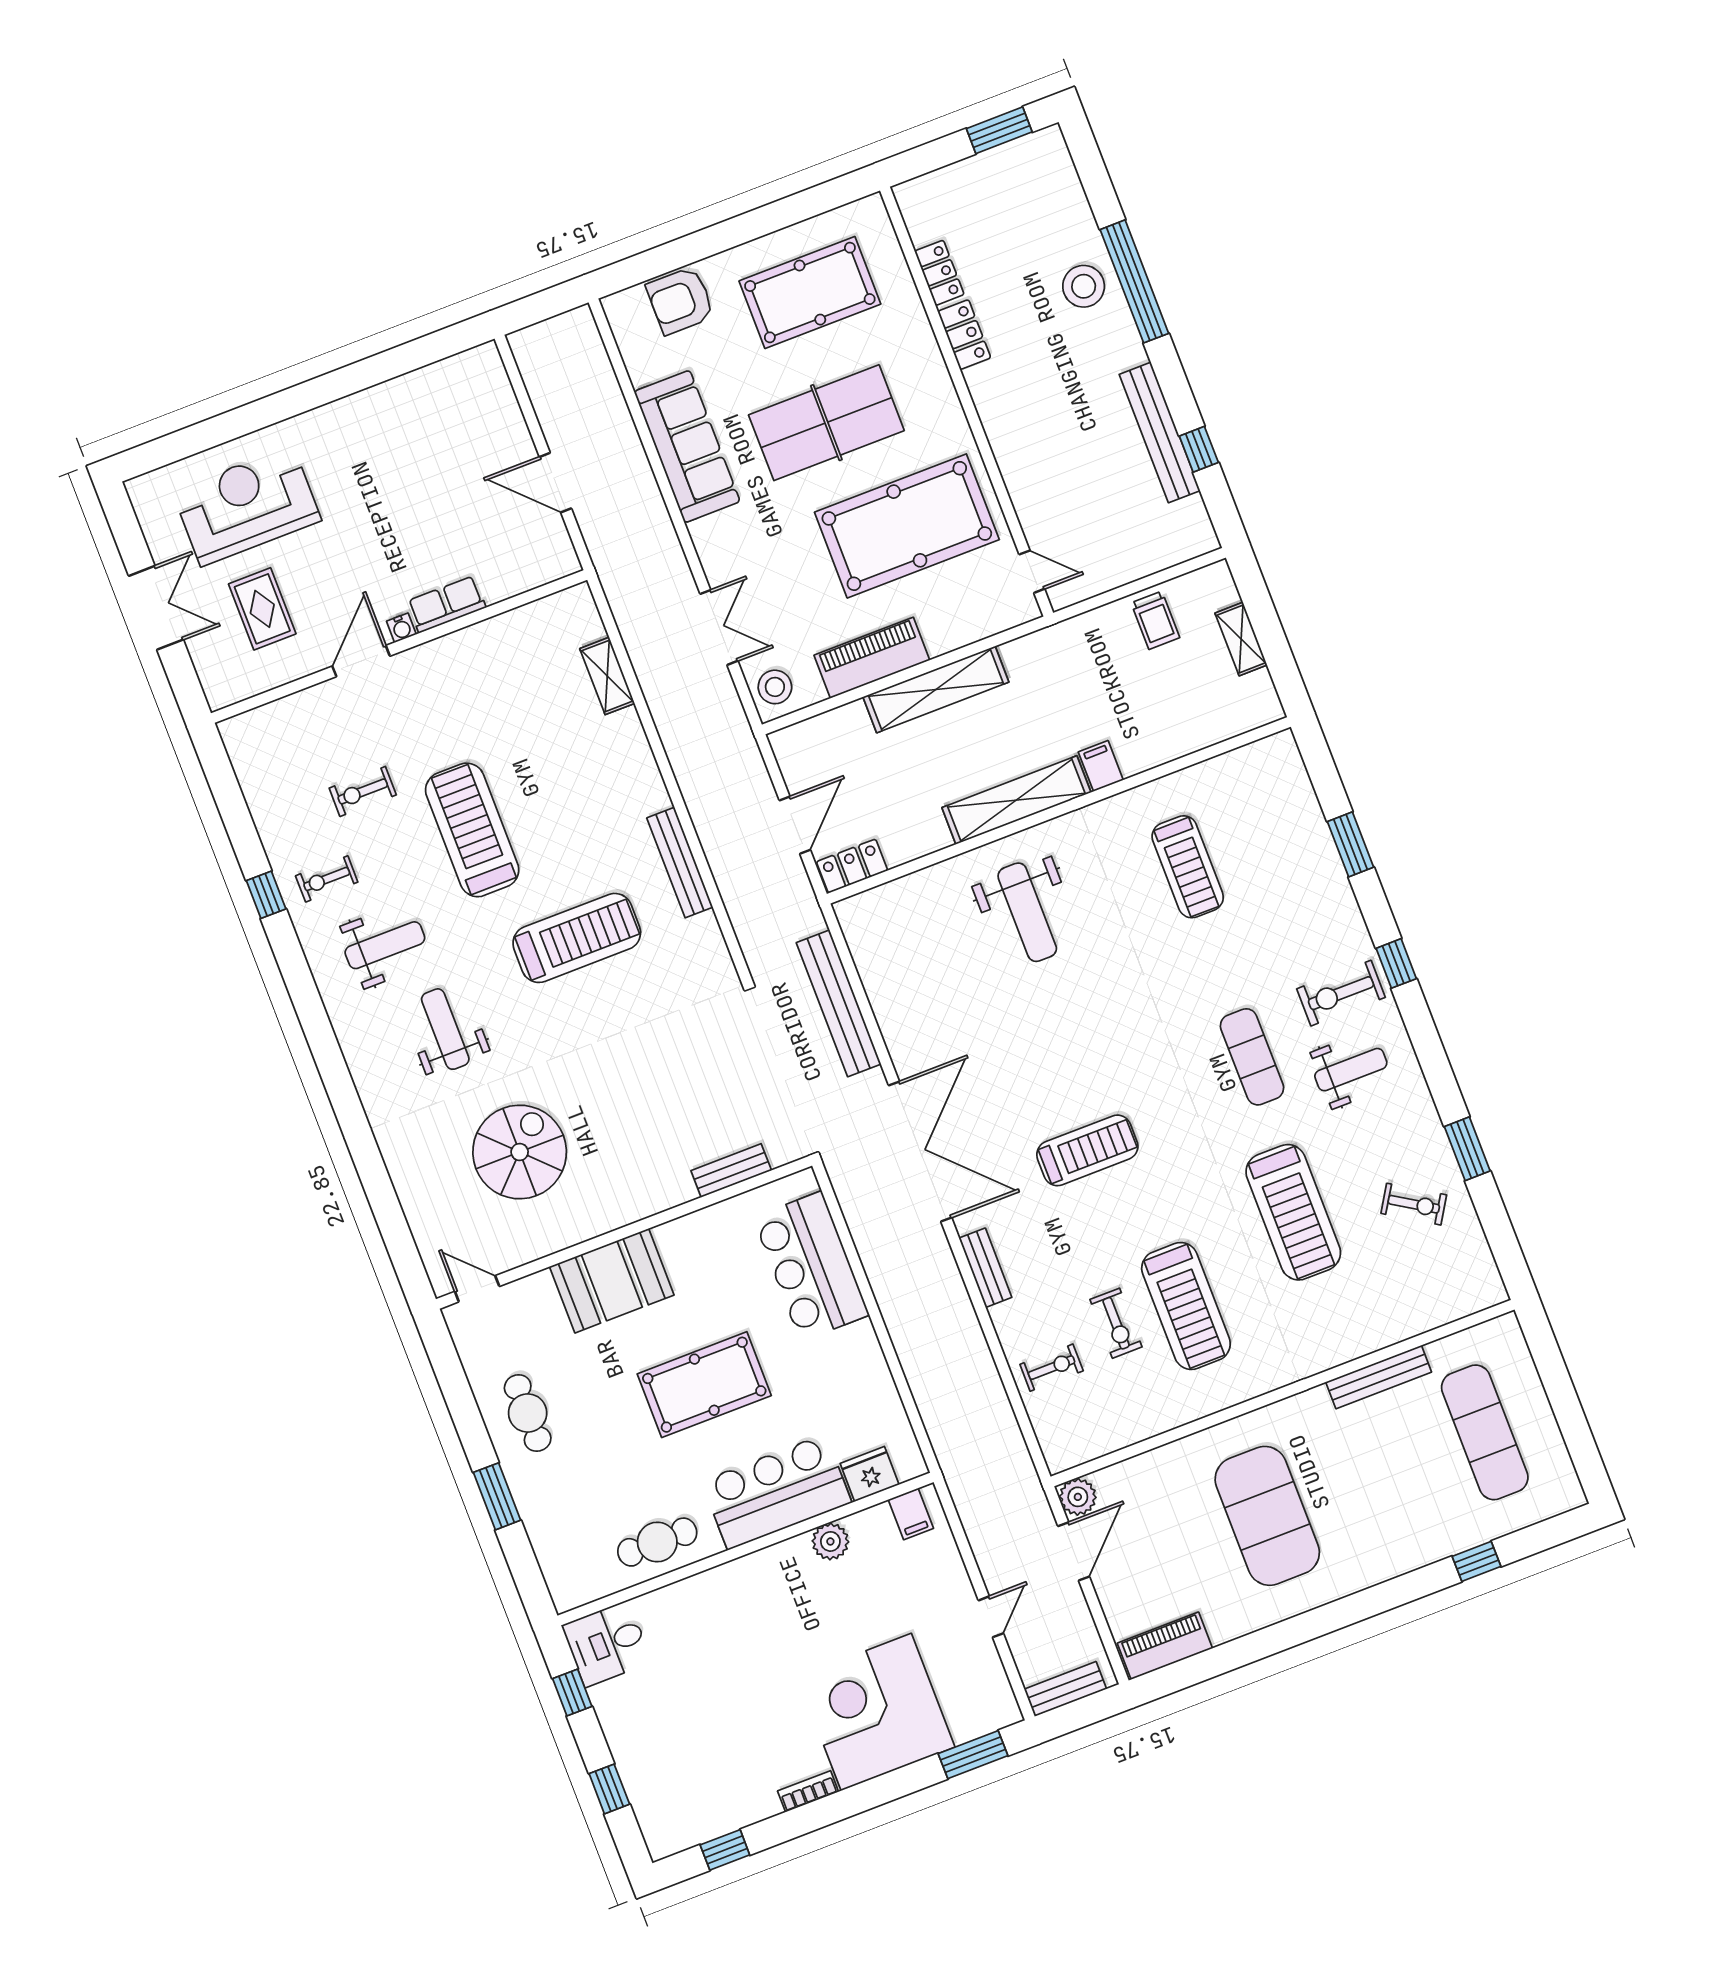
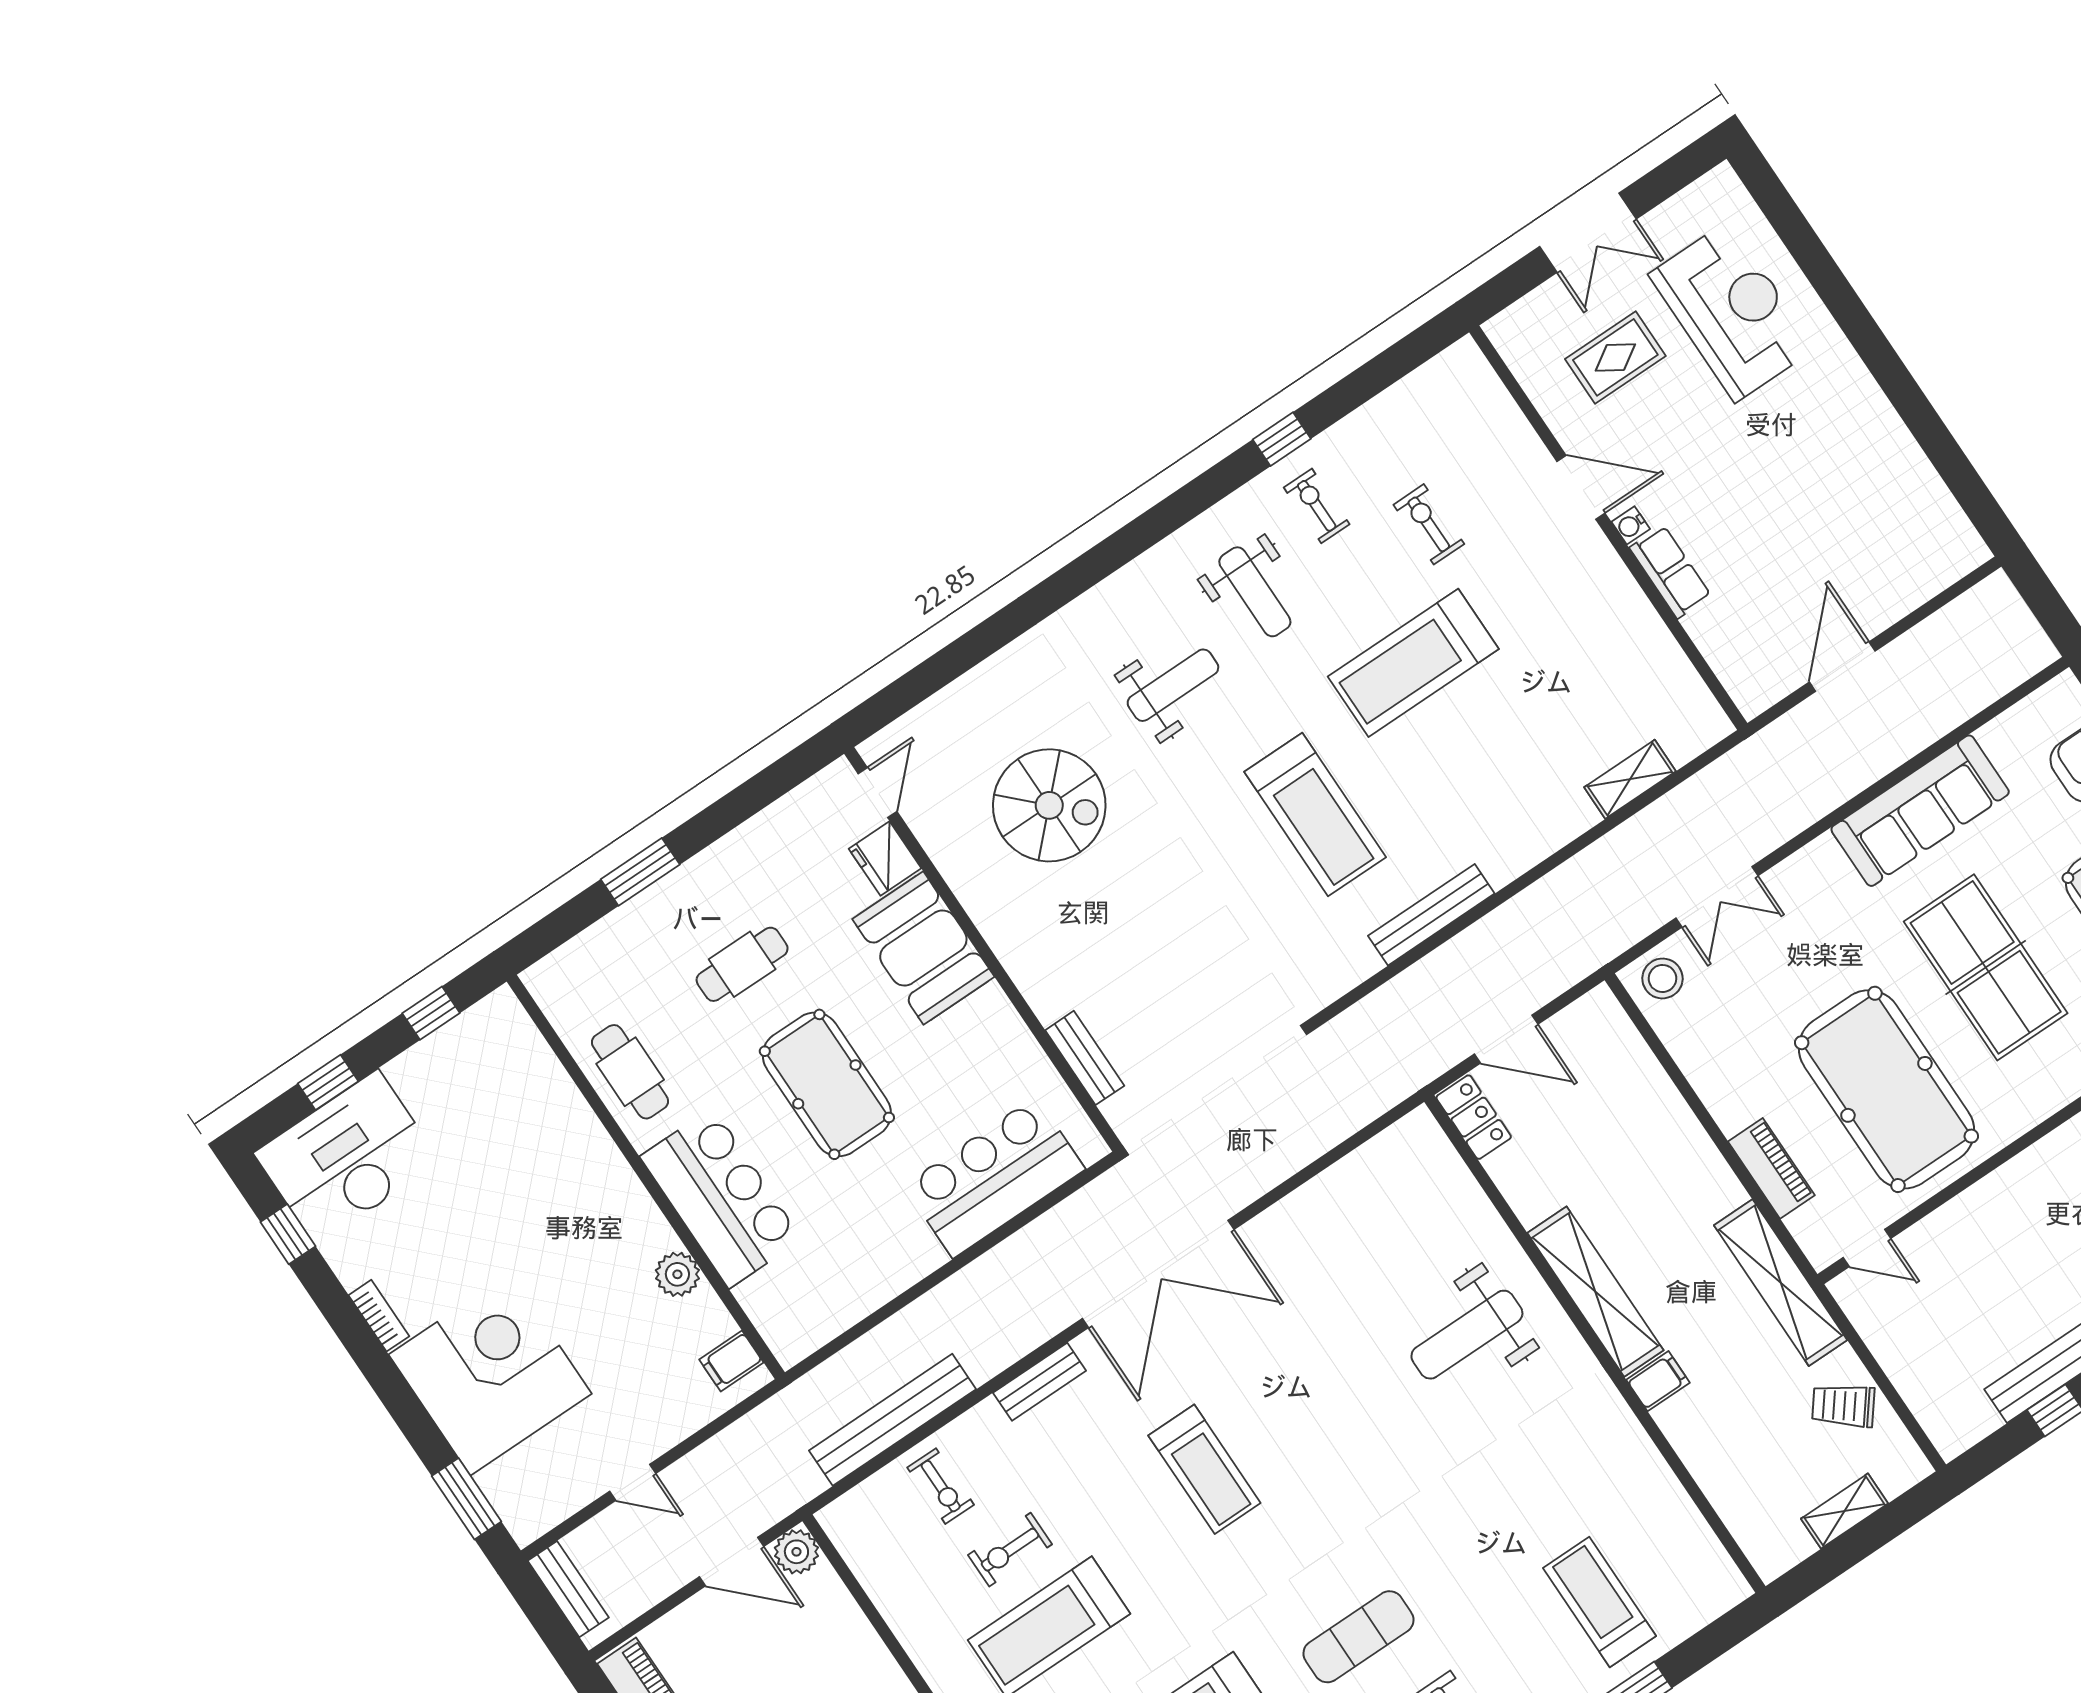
door: (1032, 572) -> (1867, 1248), hinge flipped
trolley: (1155, 620) -> (1843, 1406), turned 38
piano: (872, 658) -> (1771, 1168), moved, width x0.73, depth x0.75
shelving: (936, 689) -> (1781, 1283), moved
treadmill: (472, 830) -> (1413, 663), turned 180
treadmill: (1188, 867) -> (1600, 1602), moved, turned 90
bench: (839, 1003) -> (893, 1420), moved
cafe table: (528, 1413) -> (742, 964), moved
fridge: (870, 1474) -> (885, 858), moved, turned 180
desk: (607, 1644) -> (347, 1157), moved, width x1.87, depth x1.30

